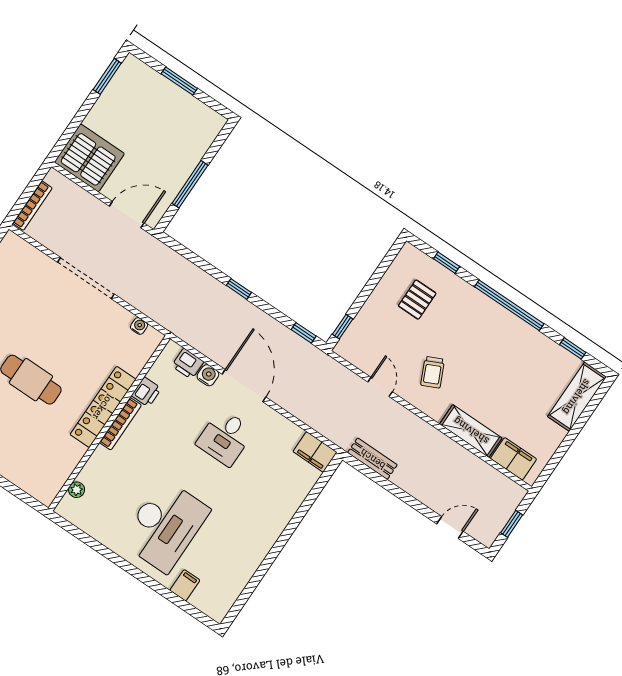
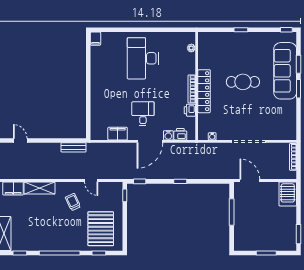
server rack: (89, 158) -> (288, 194), width x0.63
door: (127, 215) -> (250, 180), swing flipped
pallet: (417, 300) -> (101, 229), width x2.05, depth x2.00
door: (244, 386) -> (150, 141), hinge flipped
filing cabinet: (315, 452) -> (118, 134), moved
door: (450, 528) -> (20, 141), swing flipped
filing cabinet: (185, 585) -> (95, 39), moved

